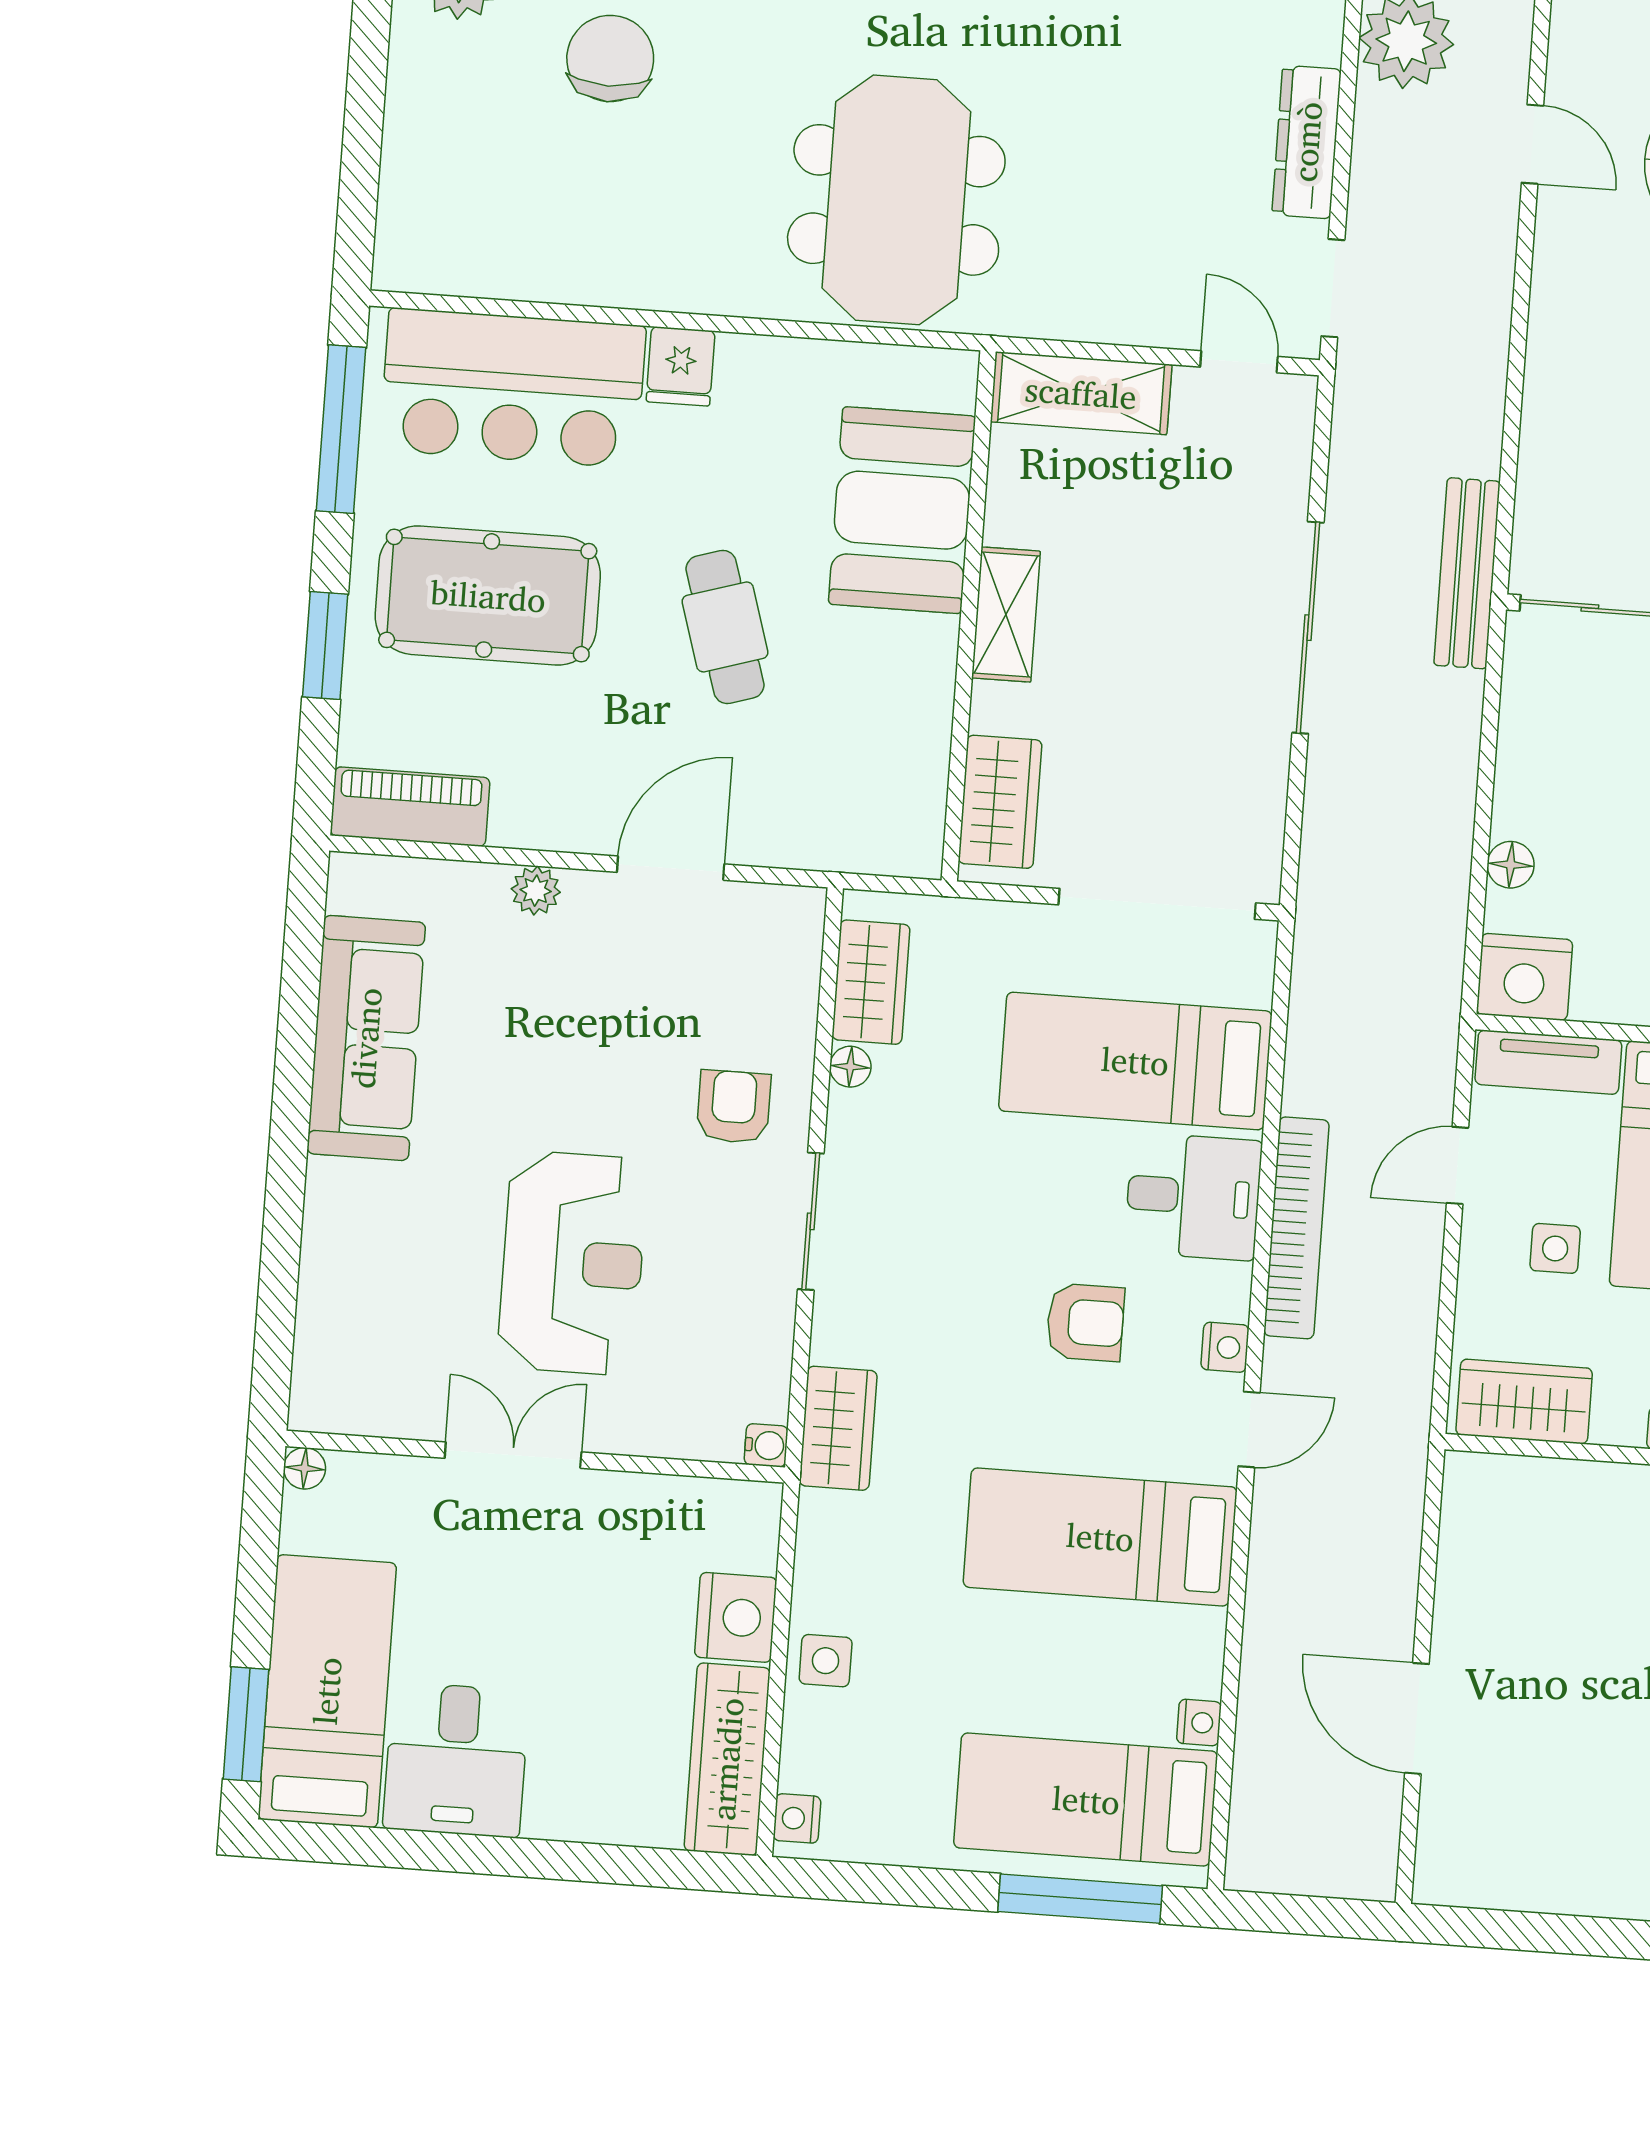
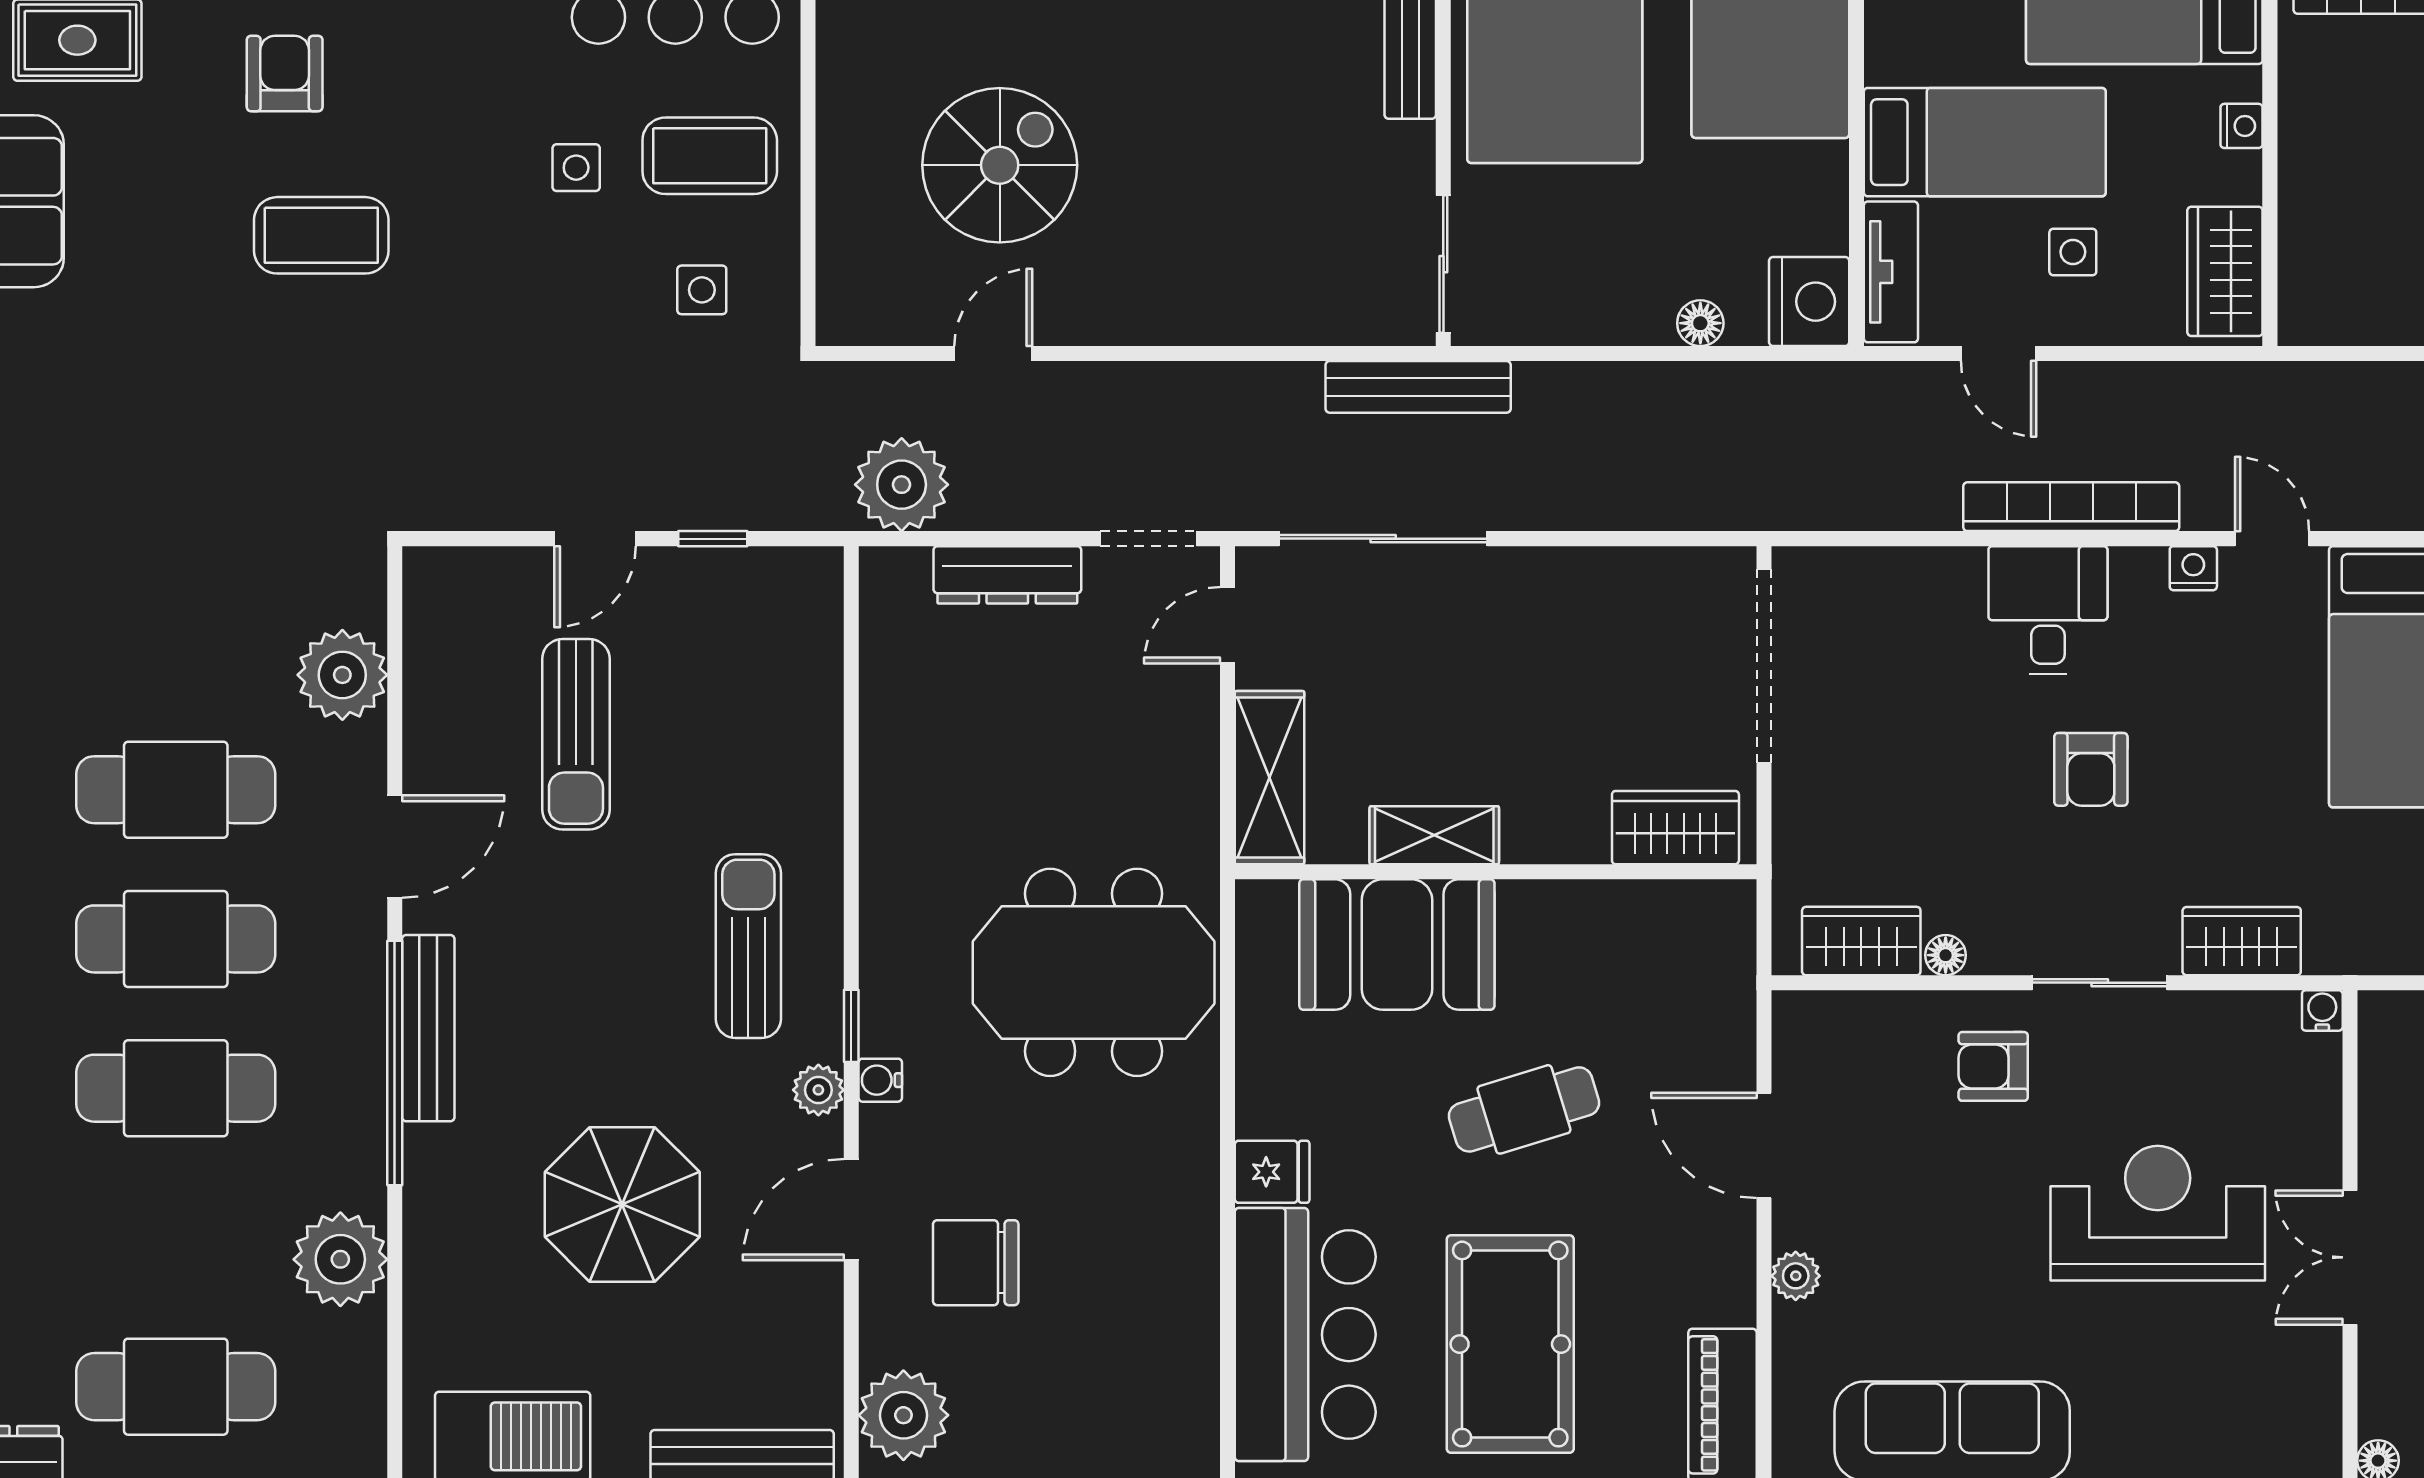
shelving: (1006, 615) -> (1434, 835), moved
sliding door: (1308, 628) -> (1383, 539), moved
bed: (1135, 1061) -> (1920, 677), removed
armchair: (1085, 1322) -> (2091, 769), moved, turned 180
wardrobe: (838, 1428) -> (2242, 941), moved

